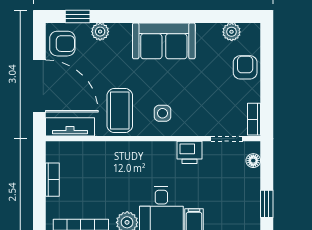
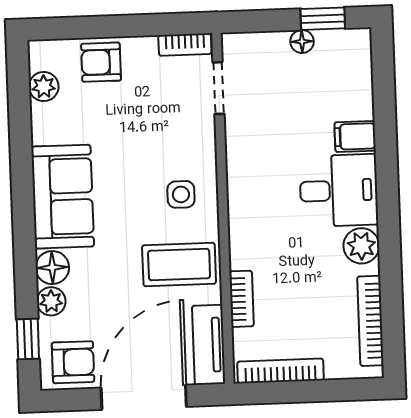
floor lamp: (121, 33) -> (52, 268), added
armchair: (62, 44) -> (73, 362), turned 90
bookcase: (97, 148) -> (242, 299), added
printer: (190, 152) -> (243, 148), removed
floor lamp: (253, 161) -> (302, 41), moved
bookcase: (52, 180) -> (281, 371), width x1.56

